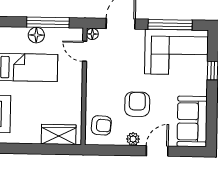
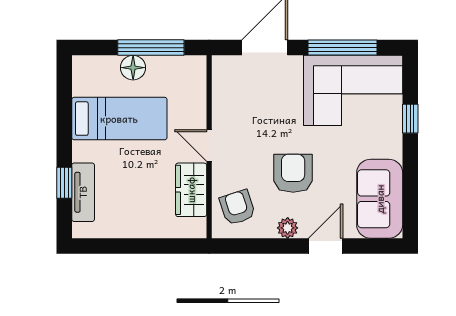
floor lamp: (92, 34) -> (221, 64), removed
door: (85, 51) -> (209, 146), moved
armchair: (101, 125) -> (237, 207), turned -112
wardrobe: (59, 134) -> (191, 190), moved, turned -90

